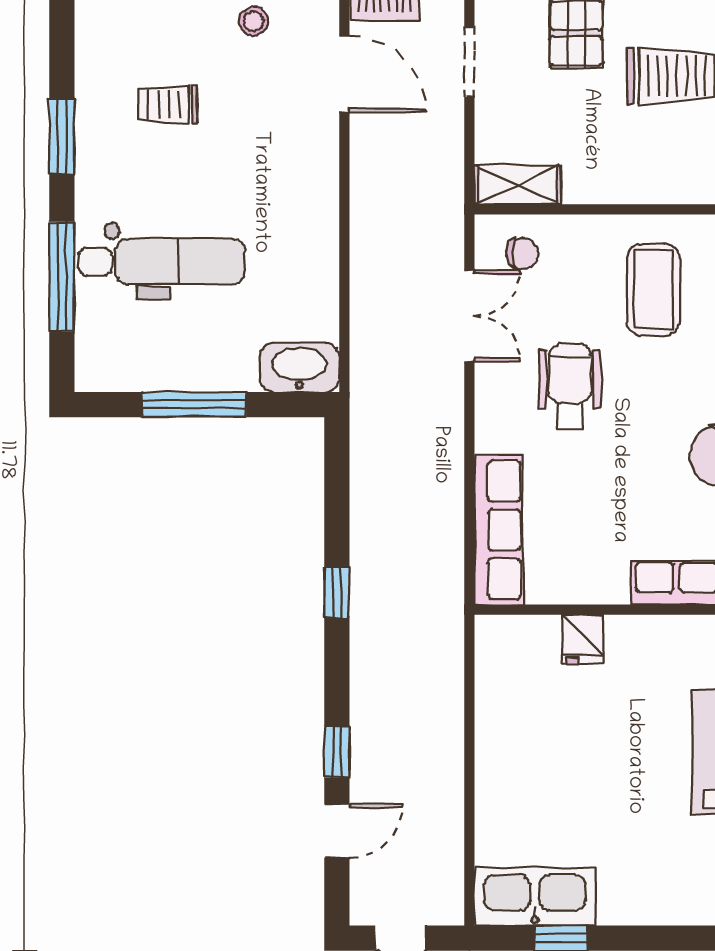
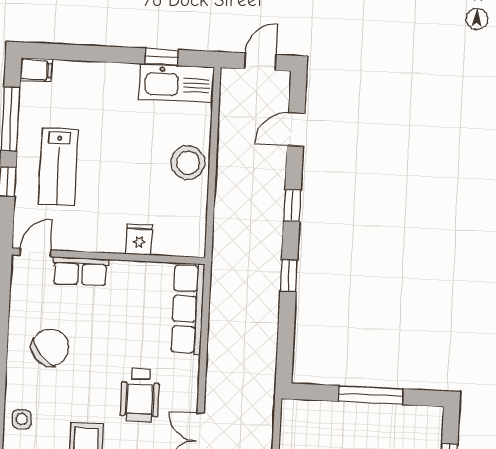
washbasin: (299, 367) -> (305, 415), removed
window: (337, 752) -> (292, 205), moved
stool: (510, 768) -> (188, 163), added

